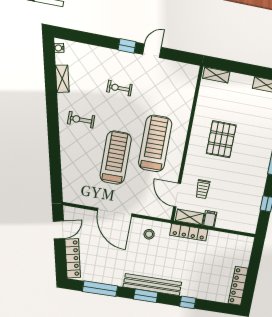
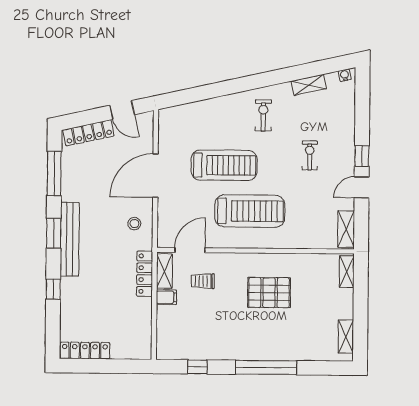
door: (152, 51) -> (362, 187), swing flipped
shelving: (183, 69) -> (346, 229), added

